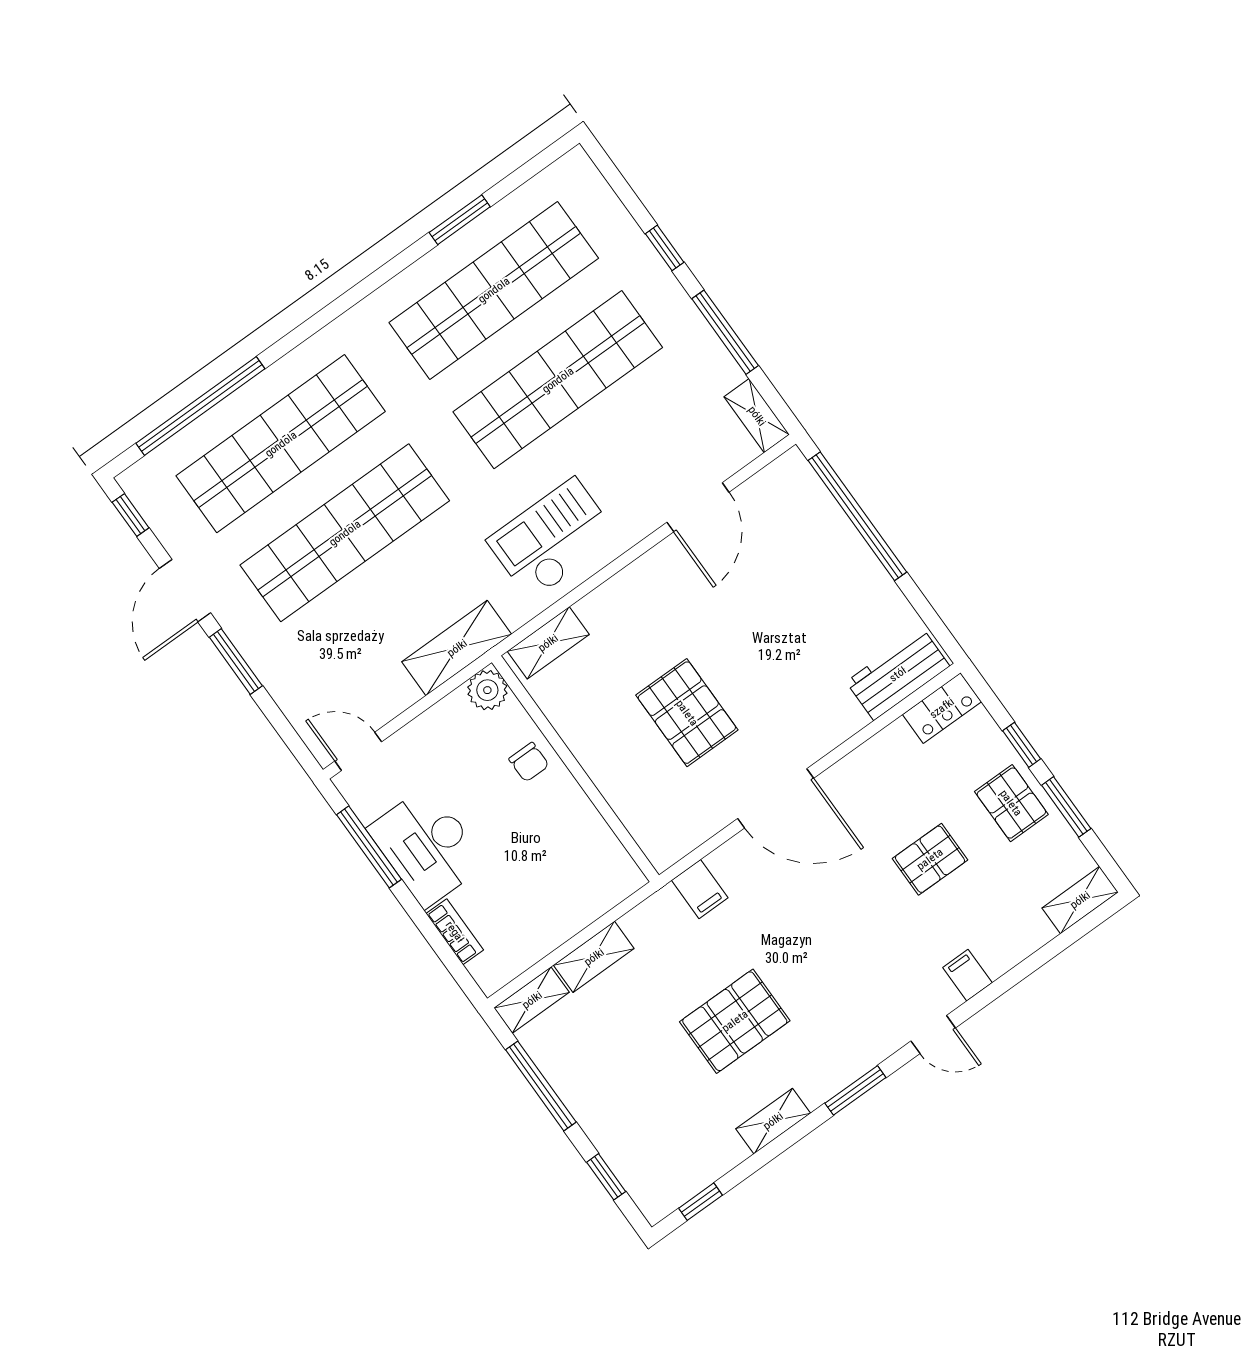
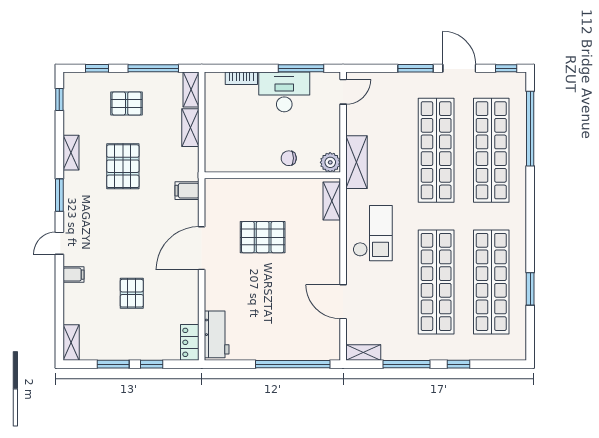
pallet: (1011, 803) -> (127, 103), moved

